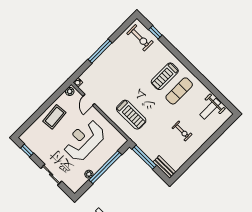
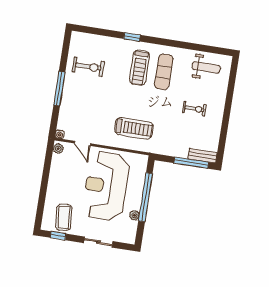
window: (155, 32) -> (132, 37), moved
exercise bike: (140, 38) -> (88, 67), moved
weight bench: (210, 109) -> (206, 67), turned -90
coffee table: (54, 117) -> (64, 217), moved
reception desk: (84, 140) -> (106, 186), width x1.36, depth x1.30
window: (144, 157) -> (191, 163), moved

